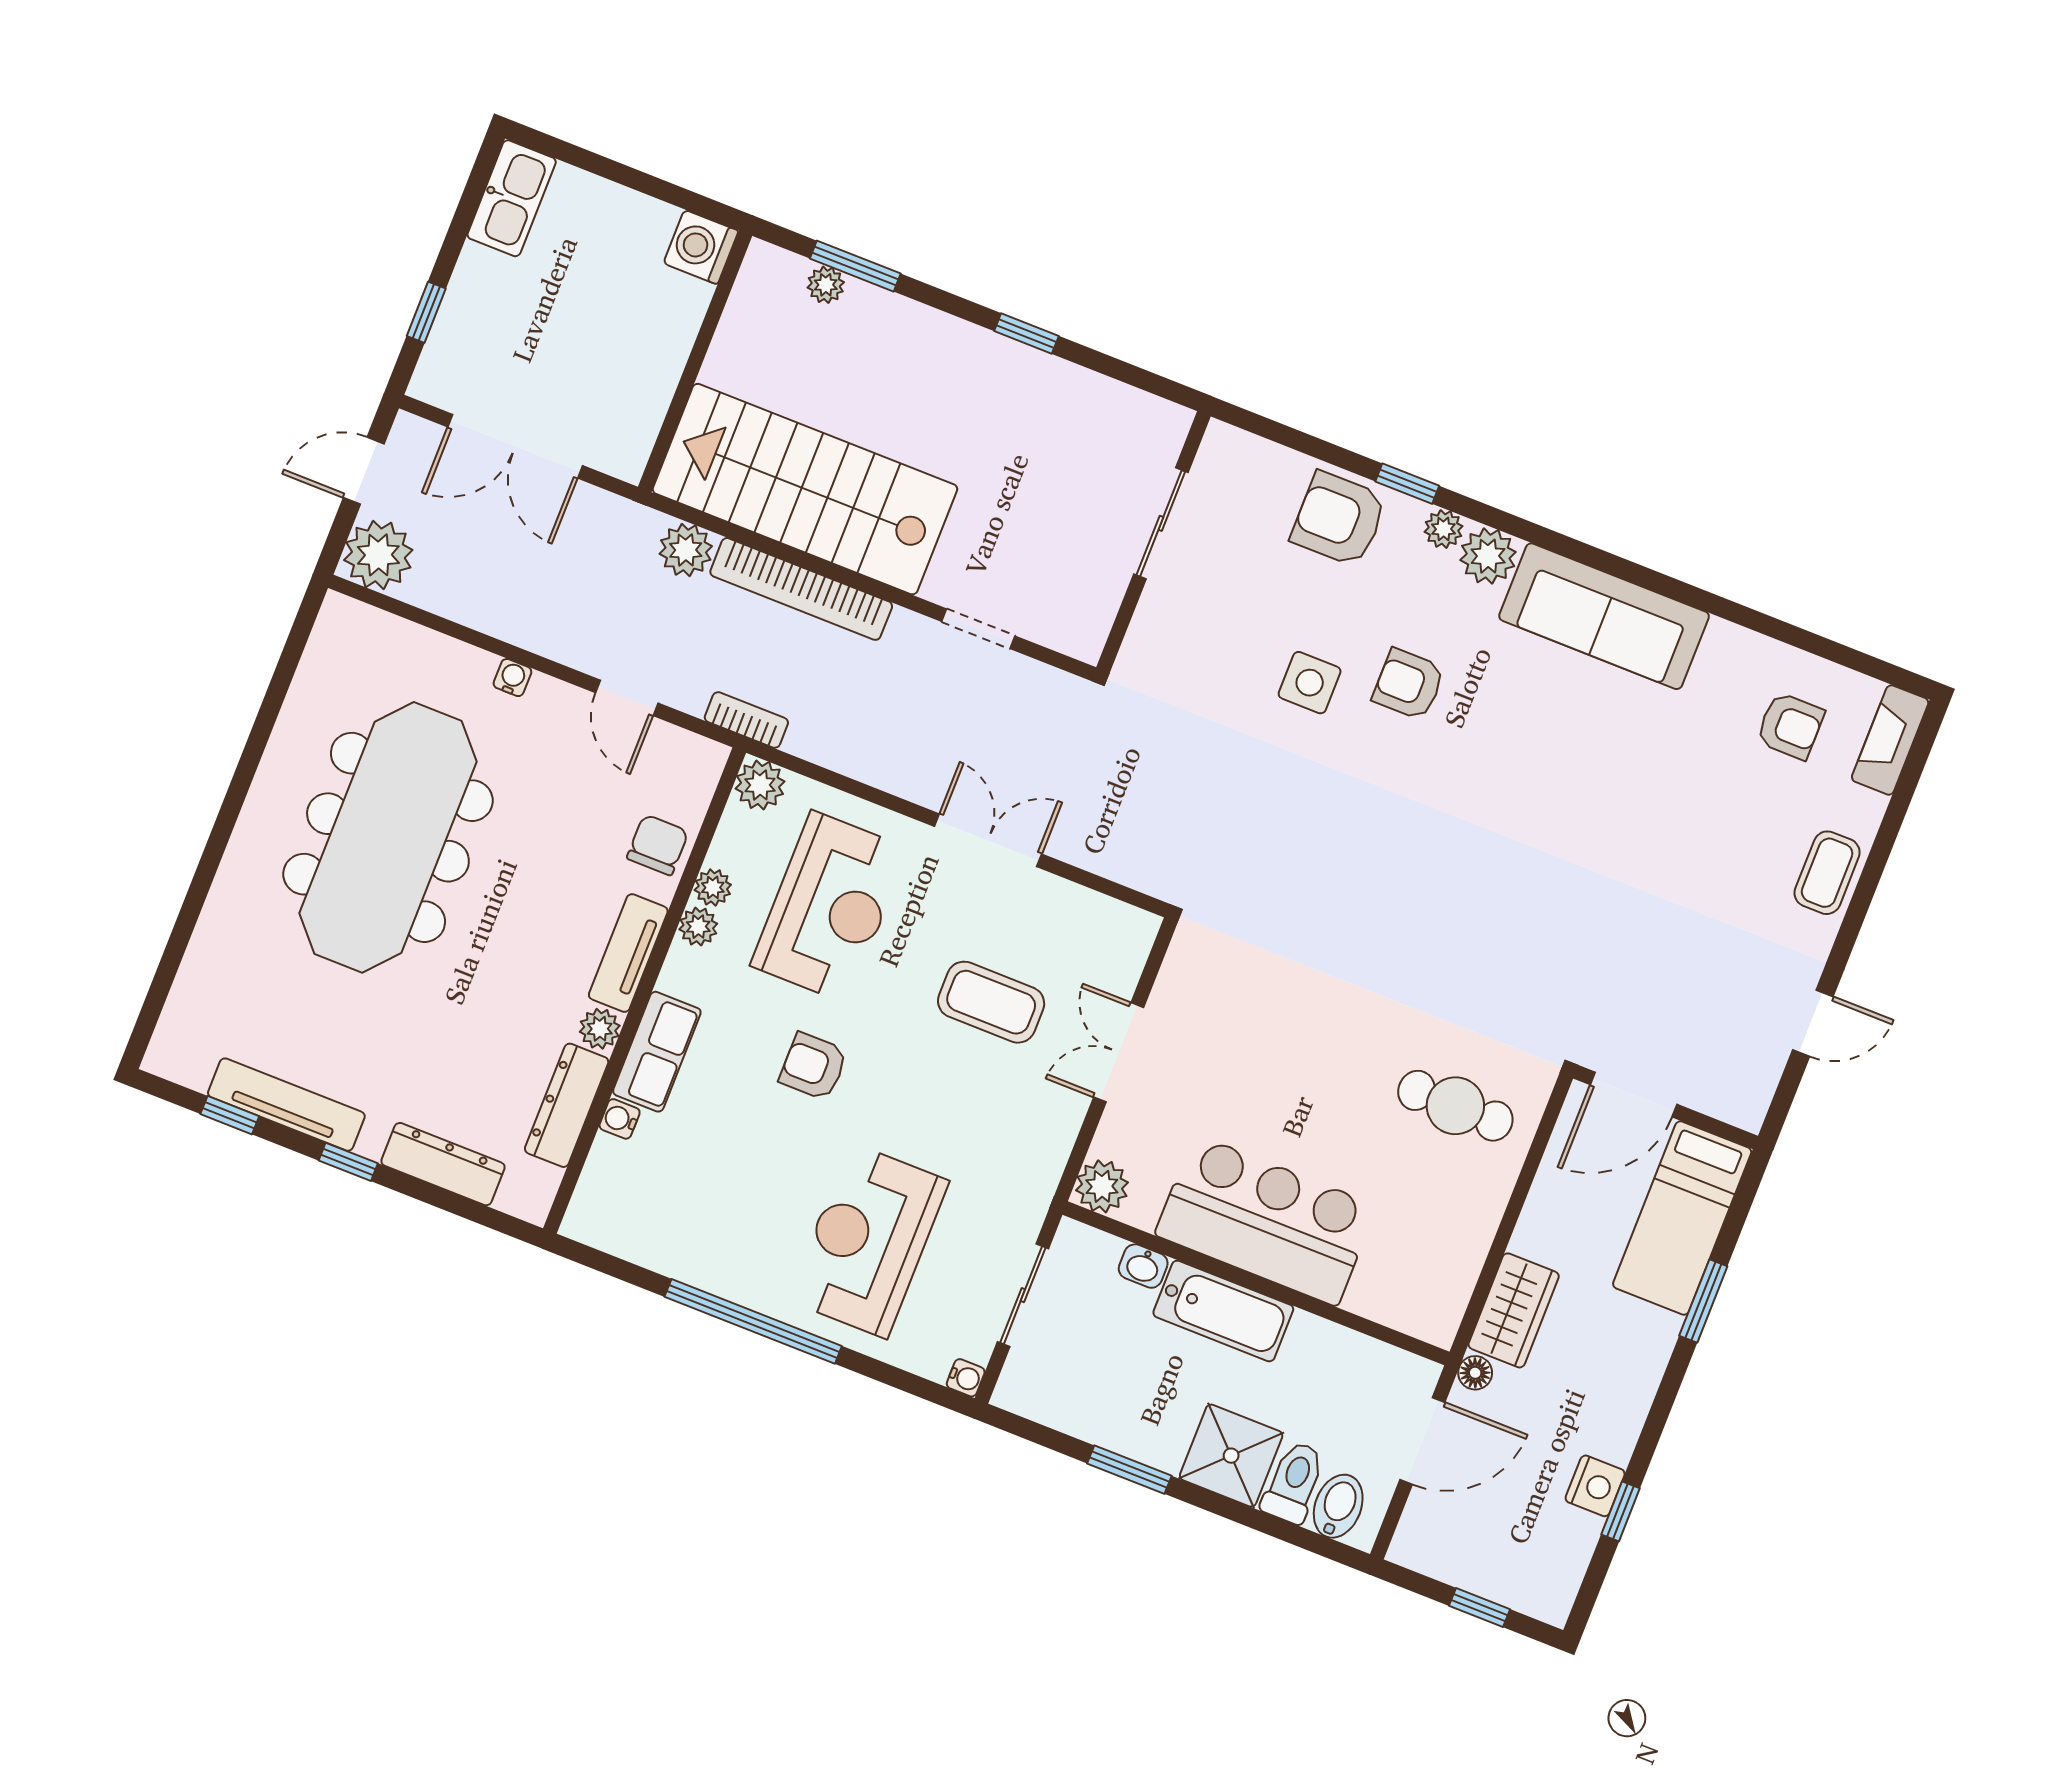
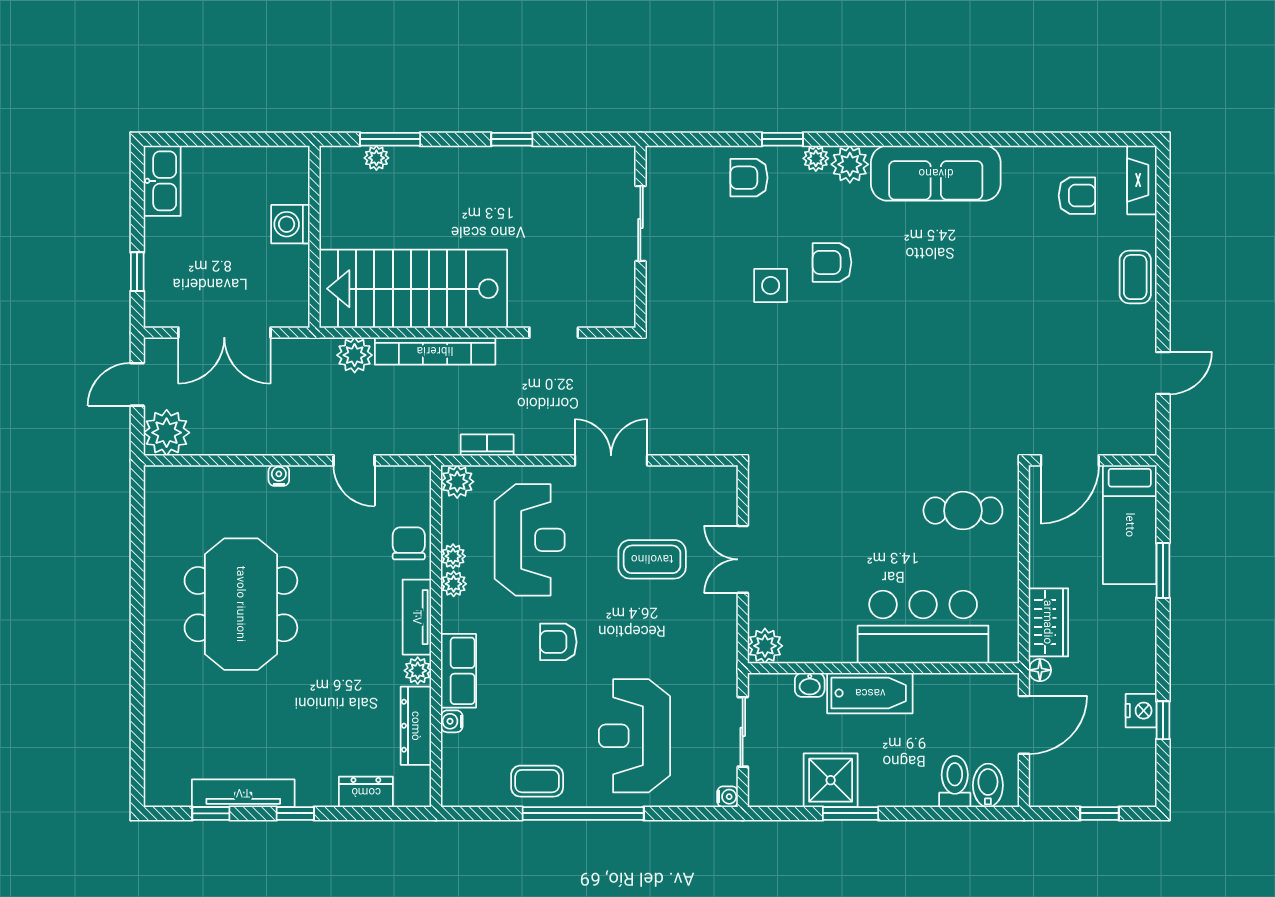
washing machine: (701, 247) -> (290, 224), moved
armchair: (1339, 519) -> (749, 178), width x0.72, depth x0.72
bookcase: (746, 720) -> (487, 445), moved
meeting table: (388, 837) -> (241, 604), width x0.73
dresser: (443, 1164) -> (366, 792), width x0.70
bar counter: (1266, 1220) -> (923, 627), moved
coffee table: (706, 1250) -> (537, 781), added
shower: (1231, 1456) -> (831, 780), moved

